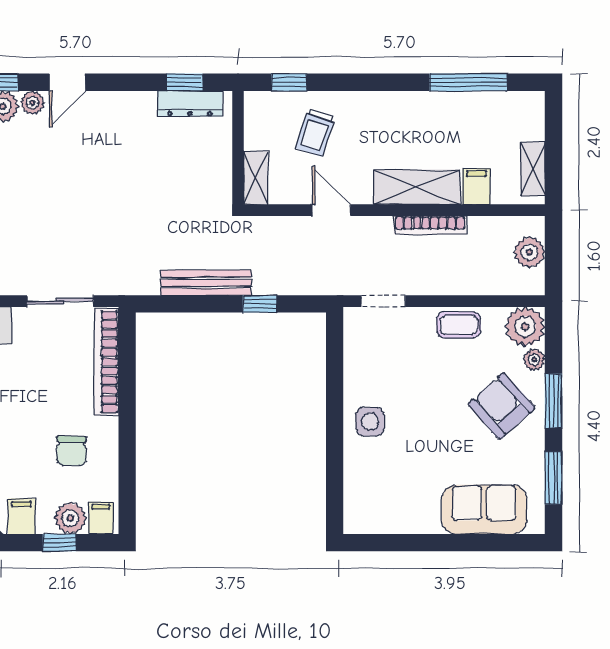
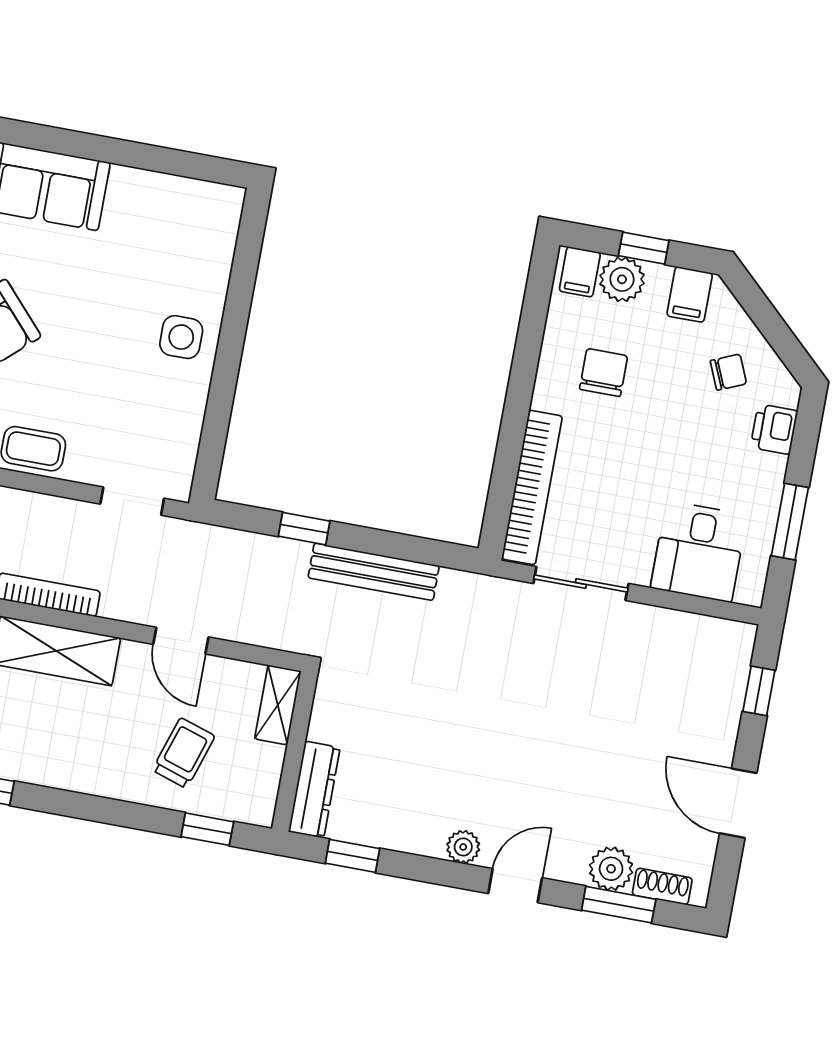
plant: (32, 103) -> (463, 847), moved
dresser: (190, 104) -> (314, 790), moved, turned 90

